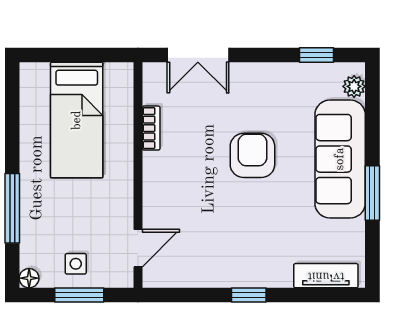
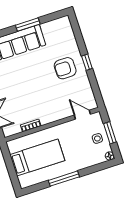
armchair: (252, 155) -> (65, 68), moved
window: (12, 208) -> (64, 179), moved
tv unit: (326, 276) -> (68, 33), removed

